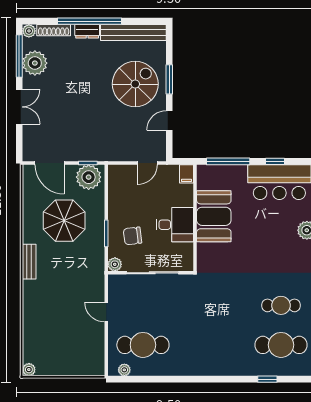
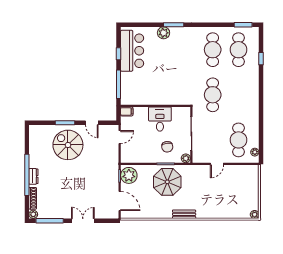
bench: (133, 33) -> (34, 146), removed
plant: (35, 63) -> (54, 211), removed
door: (50, 163) -> (120, 201), hinge flipped
door: (147, 163) -> (120, 137), hinge flipped
booth: (214, 216) -> (154, 94), removed
parasol: (64, 221) -> (167, 182), moved
cafe table: (212, 305) -> (213, 95), added
cafe table: (281, 305) -> (213, 50), width x1.37, depth x1.35

